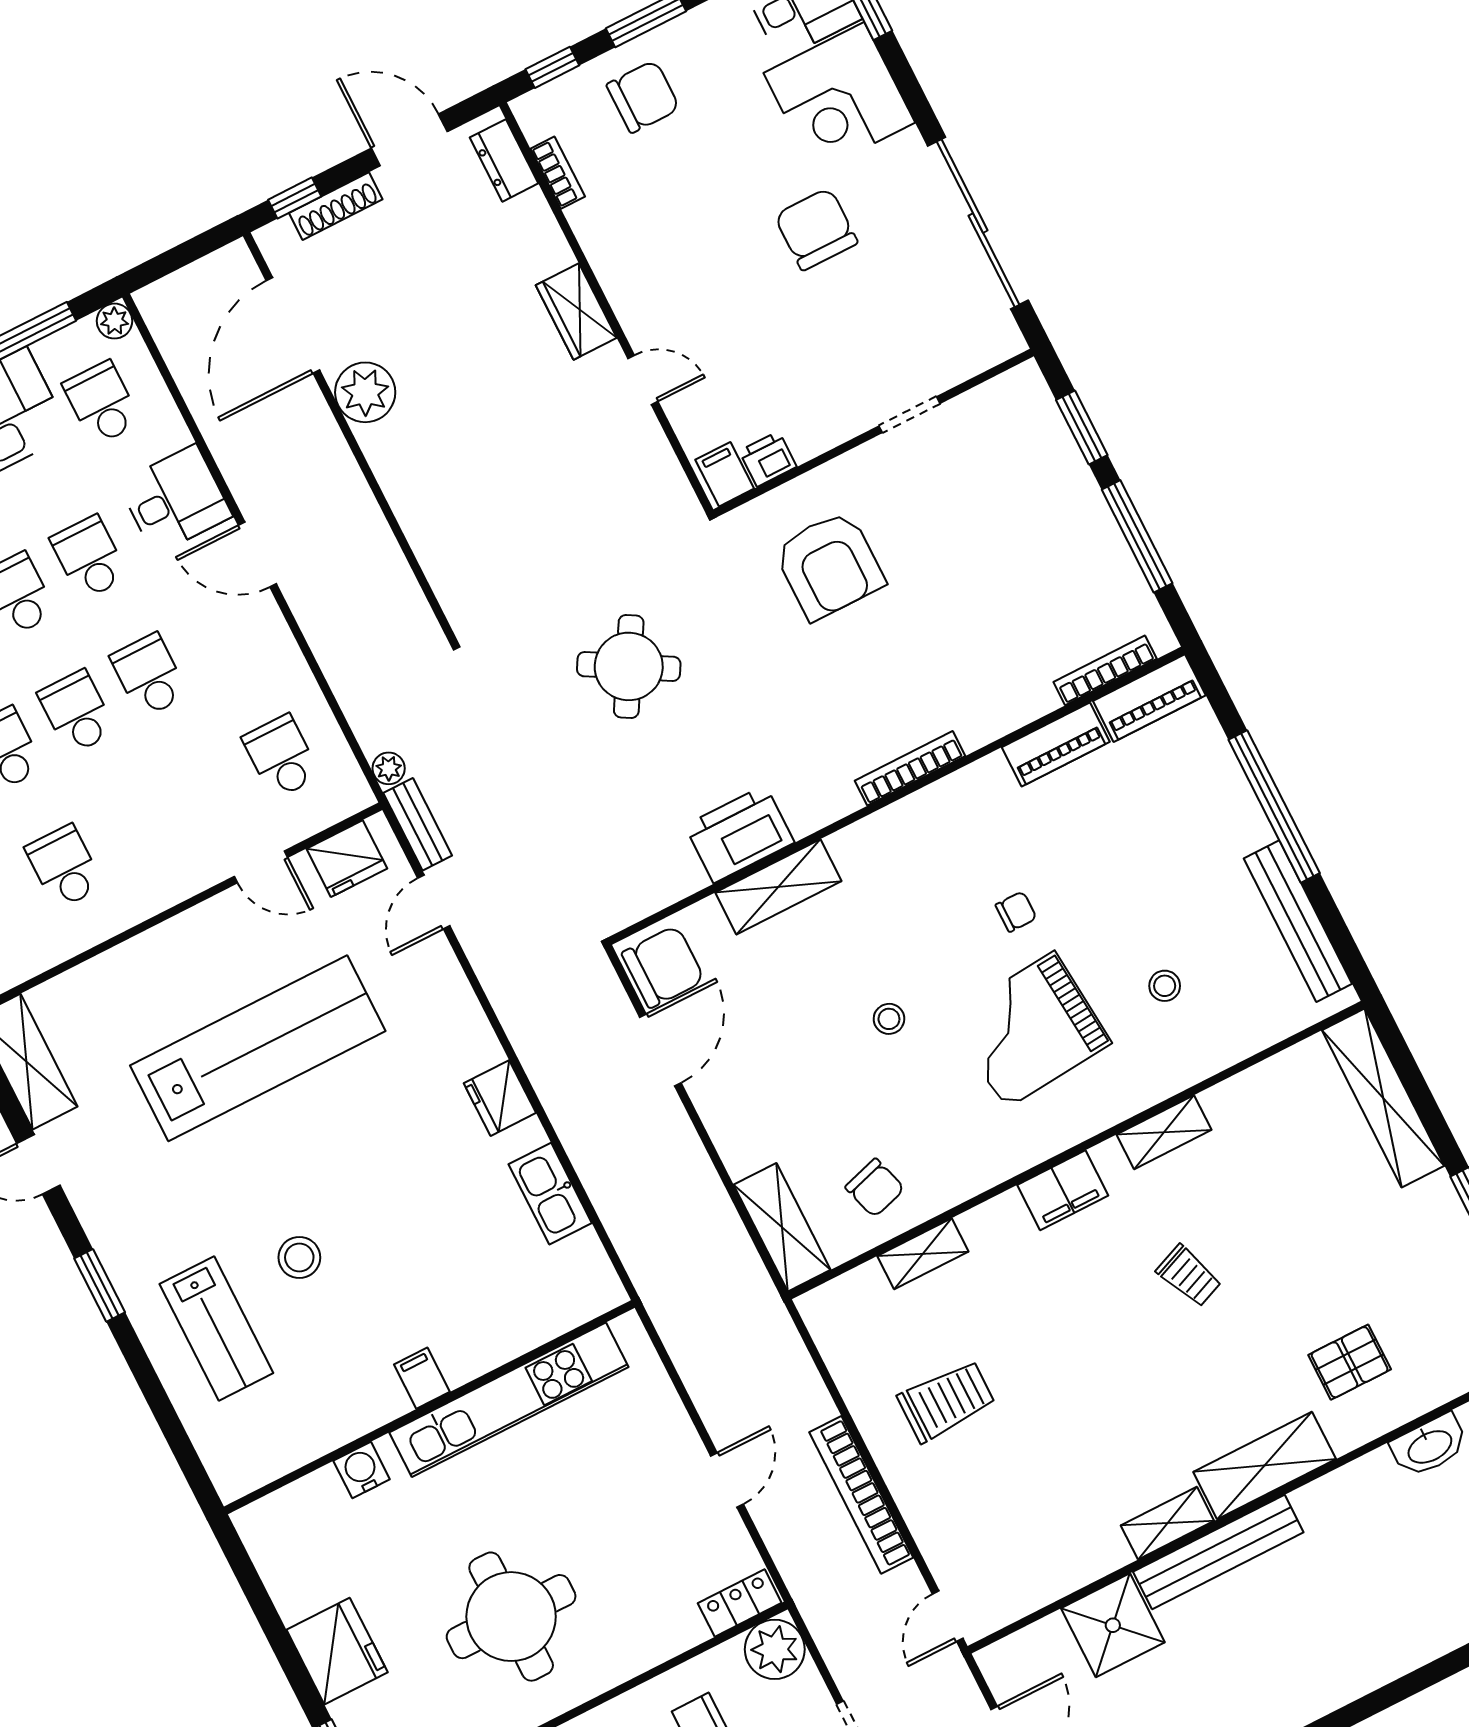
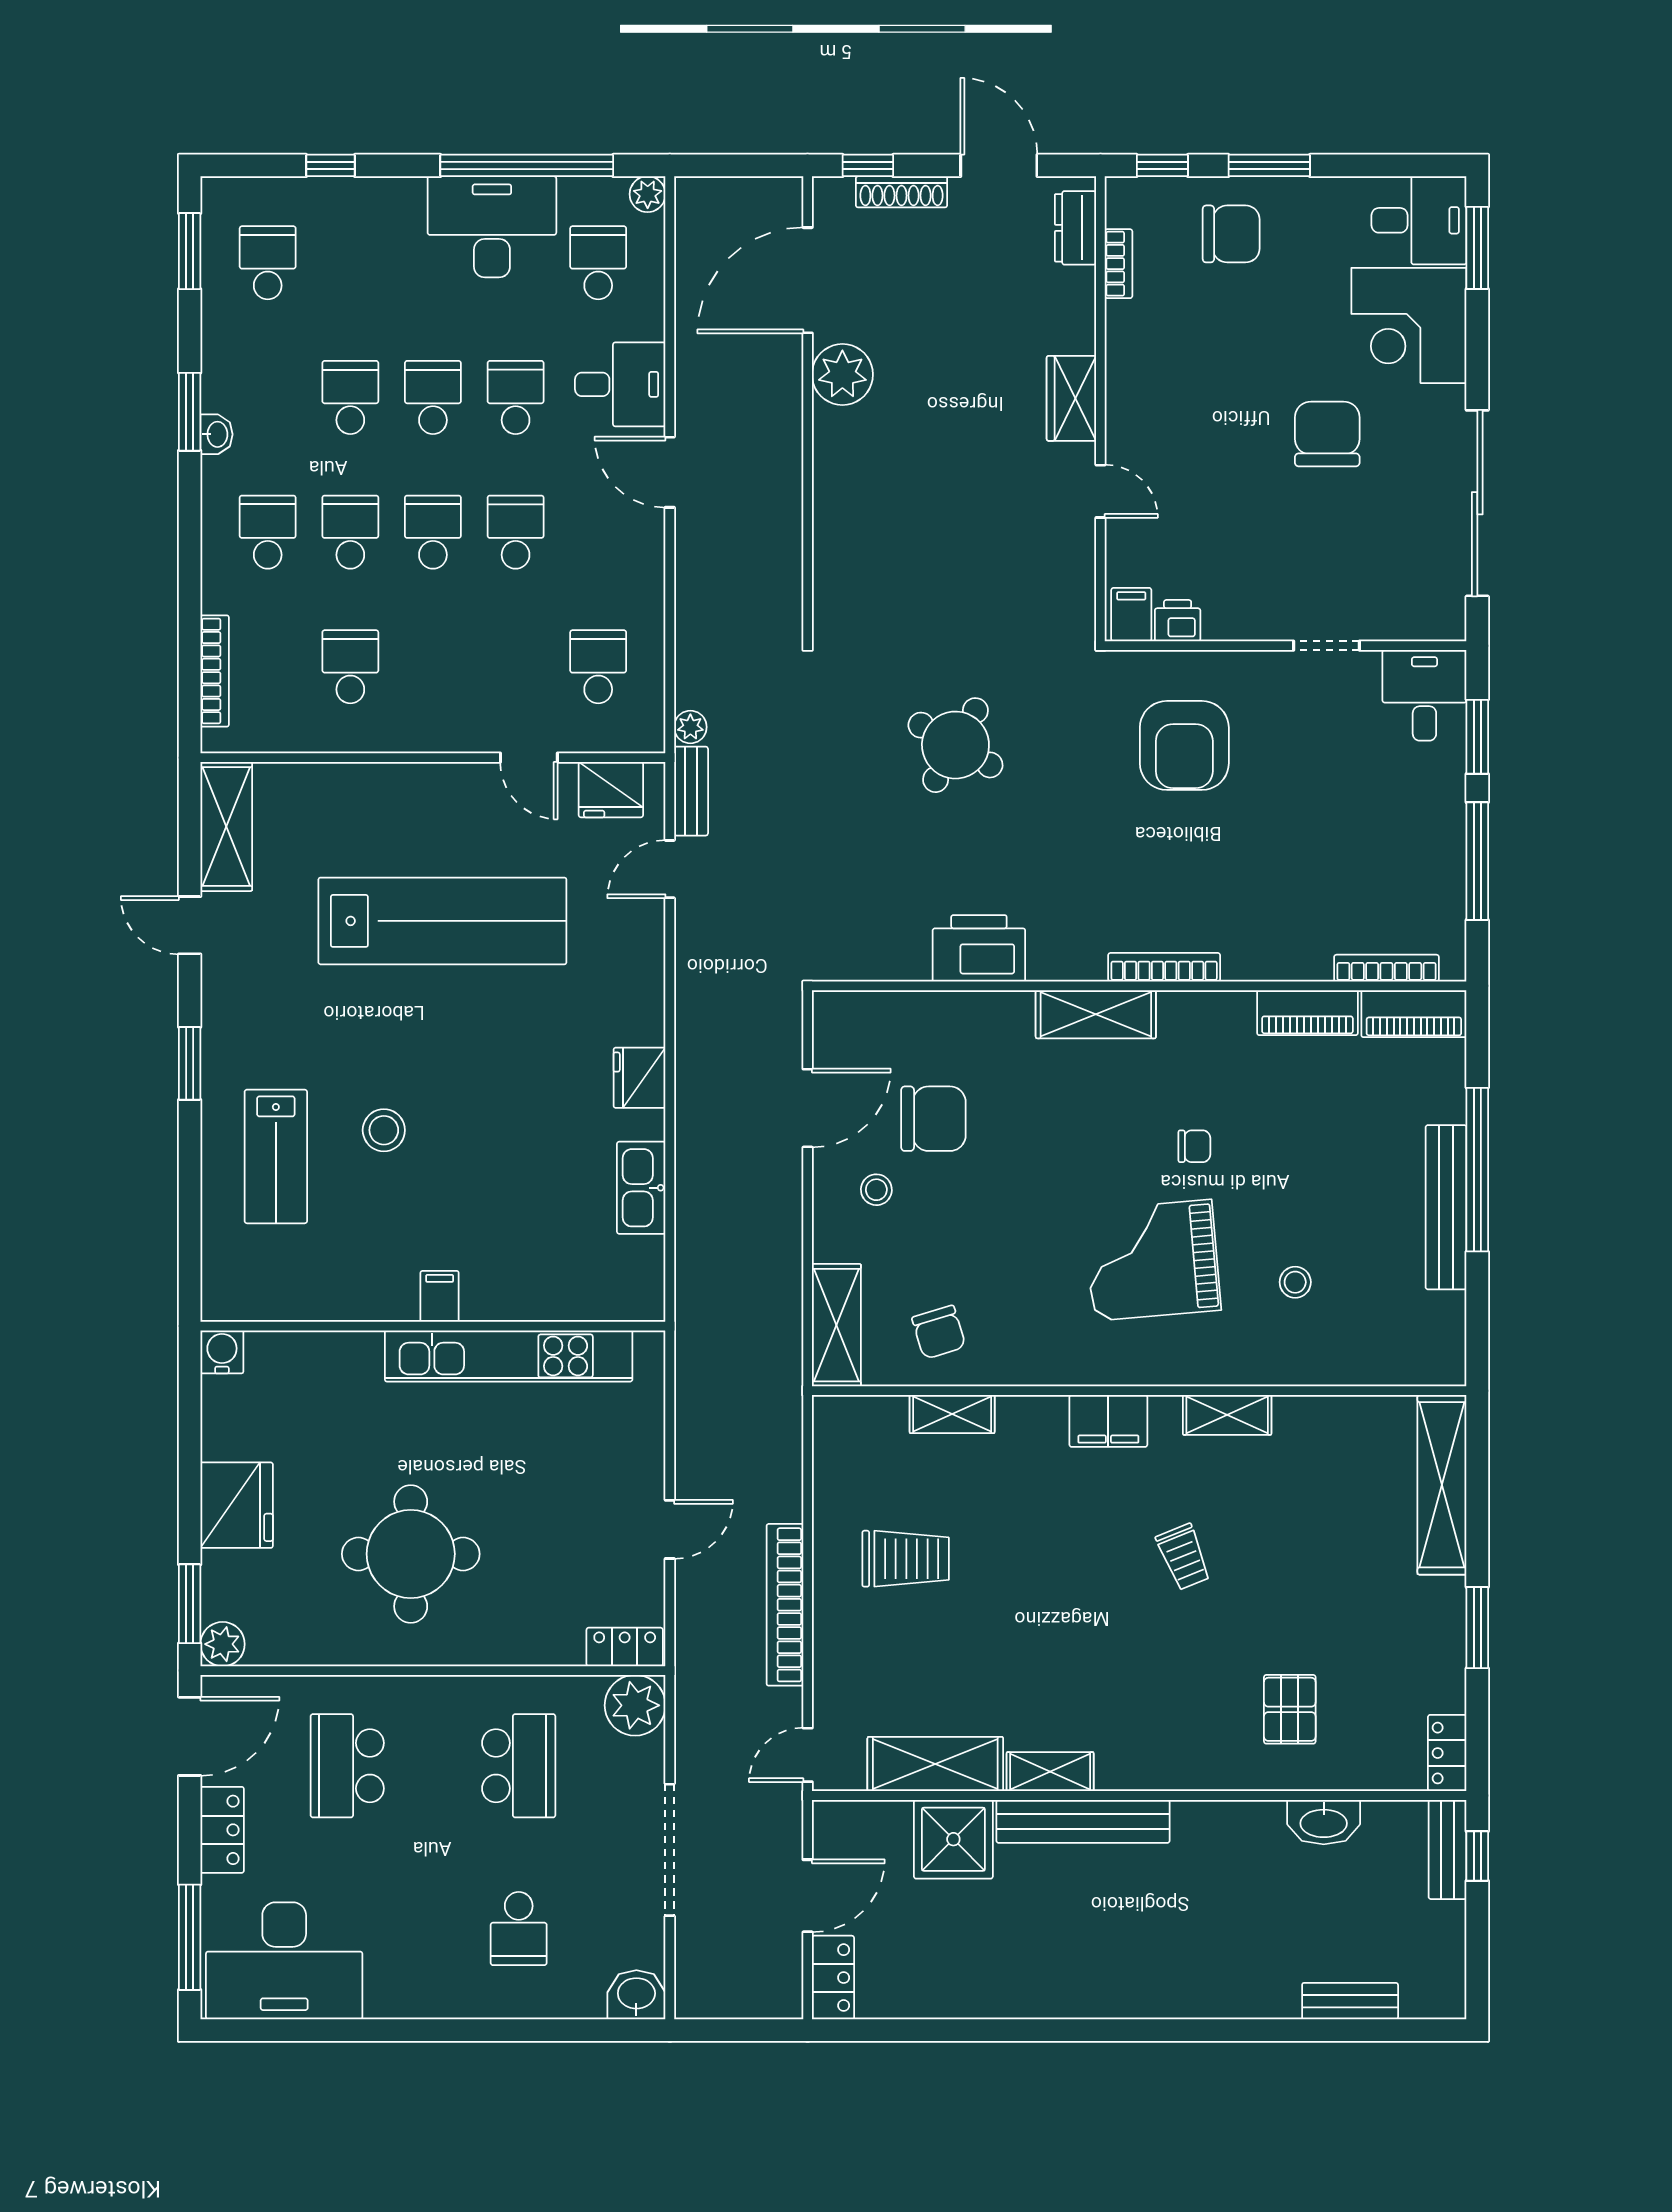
desk: (1017, 415) -> (1424, 695), added
shelving: (778, 887) -> (1096, 1014), moved
bench: (1298, 921) -> (1446, 1207), moved
chair: (663, 967) -> (933, 1119), moved
stool: (889, 1019) -> (876, 1190), moved
pallet: (1350, 1362) -> (1290, 1709), turned 90
shelving: (1265, 1465) -> (935, 1764), moved
water cooler: (362, 1470) -> (222, 1352), moved

